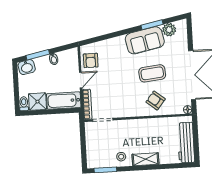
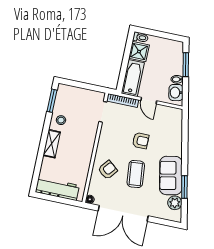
armchair: (91, 60) -> (141, 141), moved, turned 180
washbasin: (27, 67) -> (176, 93), moved

